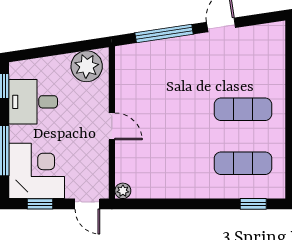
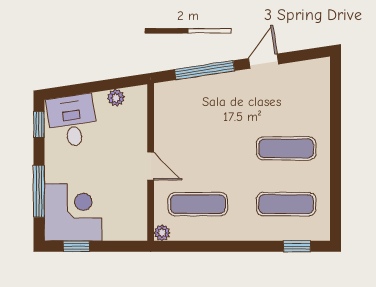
plant: (87, 66) -> (116, 98), width x0.53, depth x0.53
desk: (33, 102) -> (72, 121), moved, turned 81
exercise mat: (158, 163) -> (198, 204), added
door: (87, 204) -> (125, 246), removed

